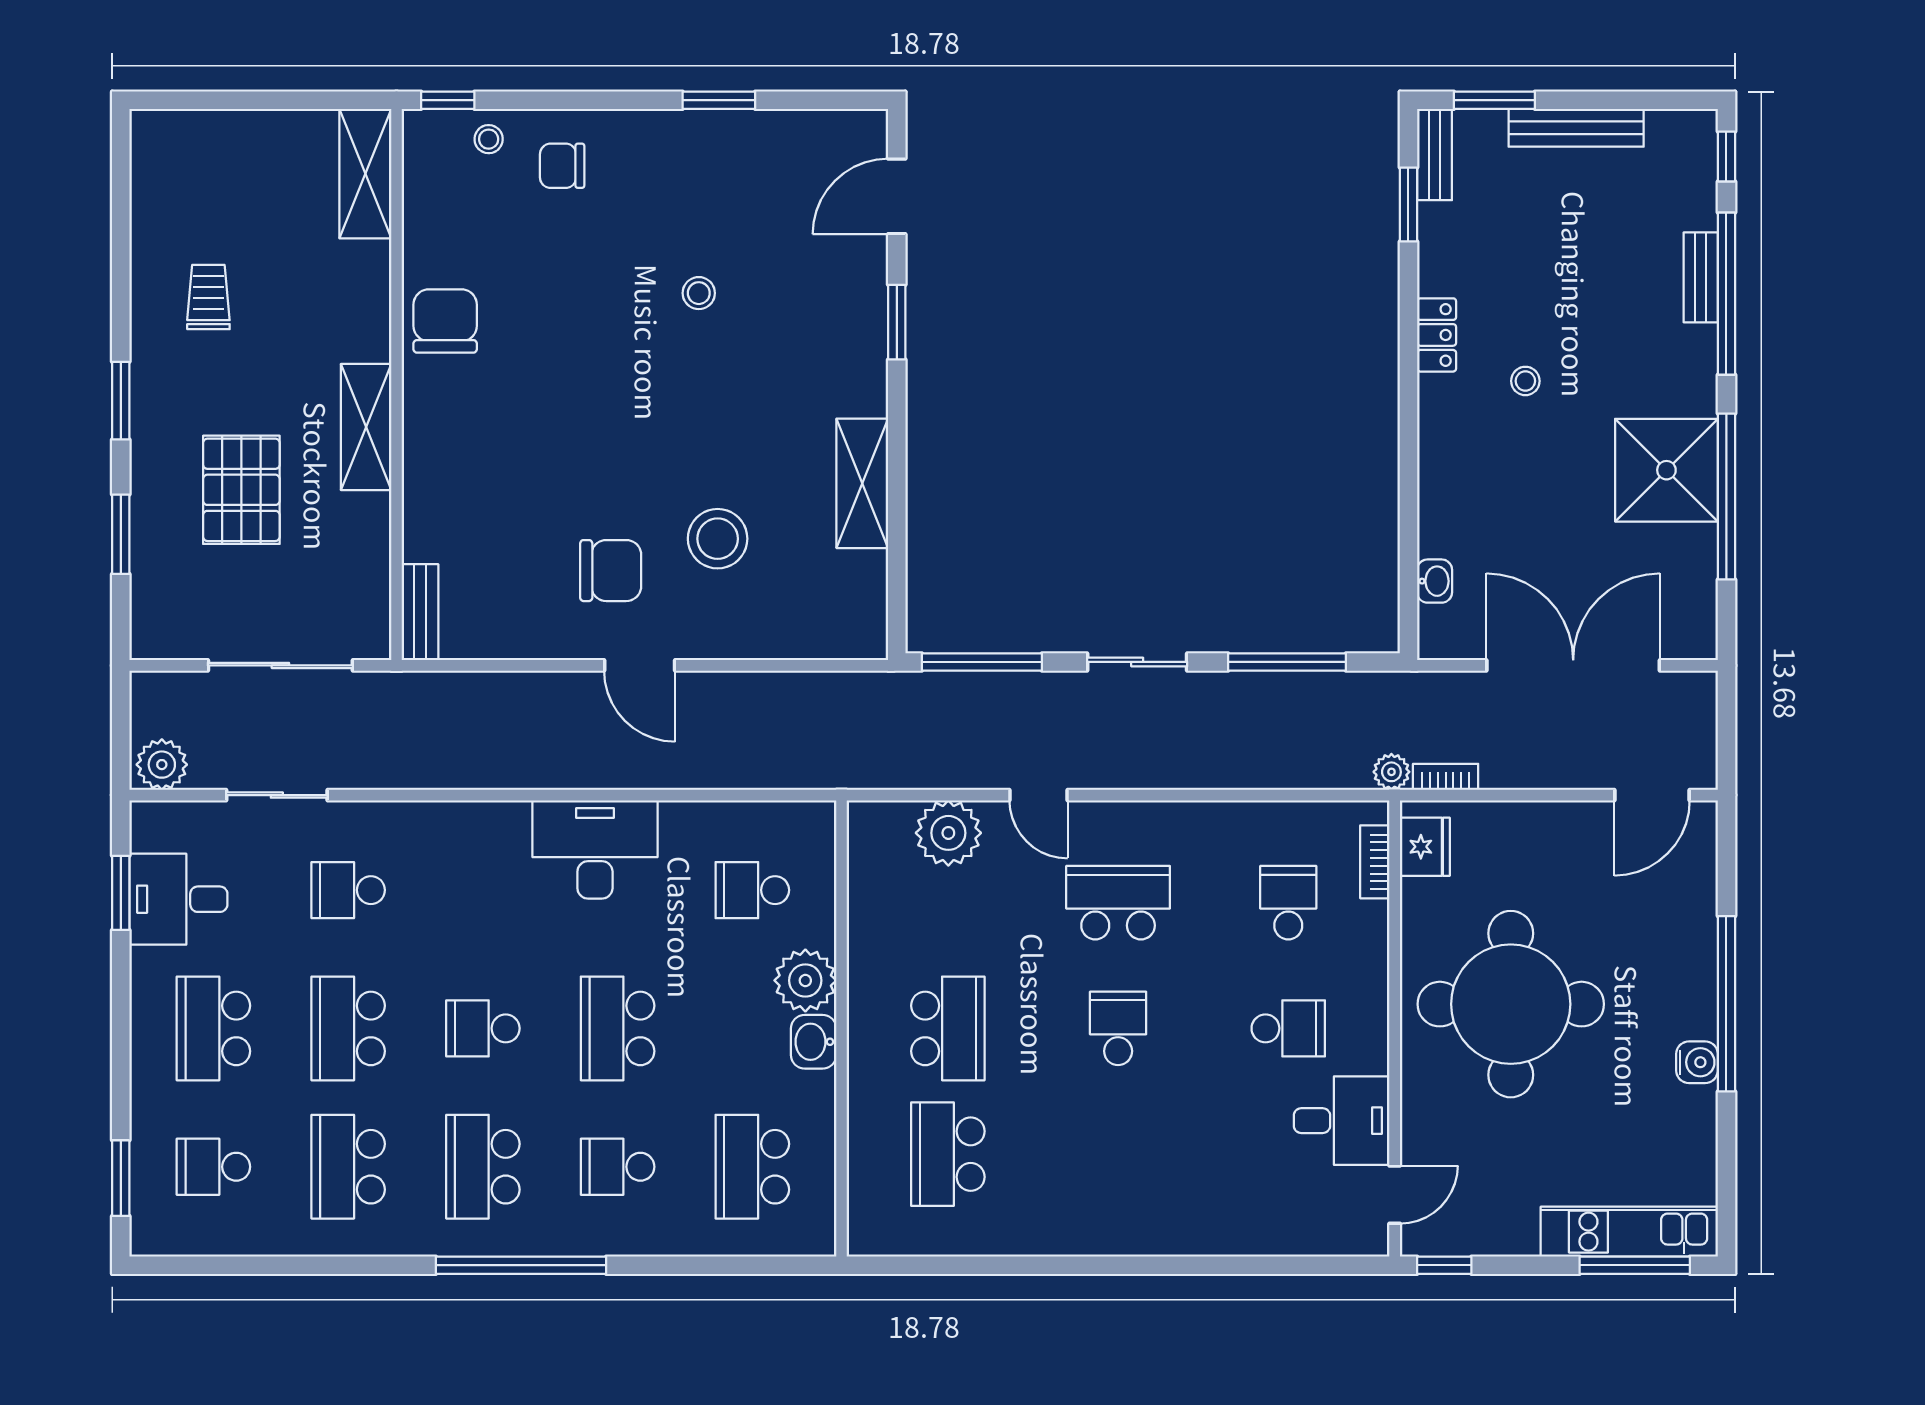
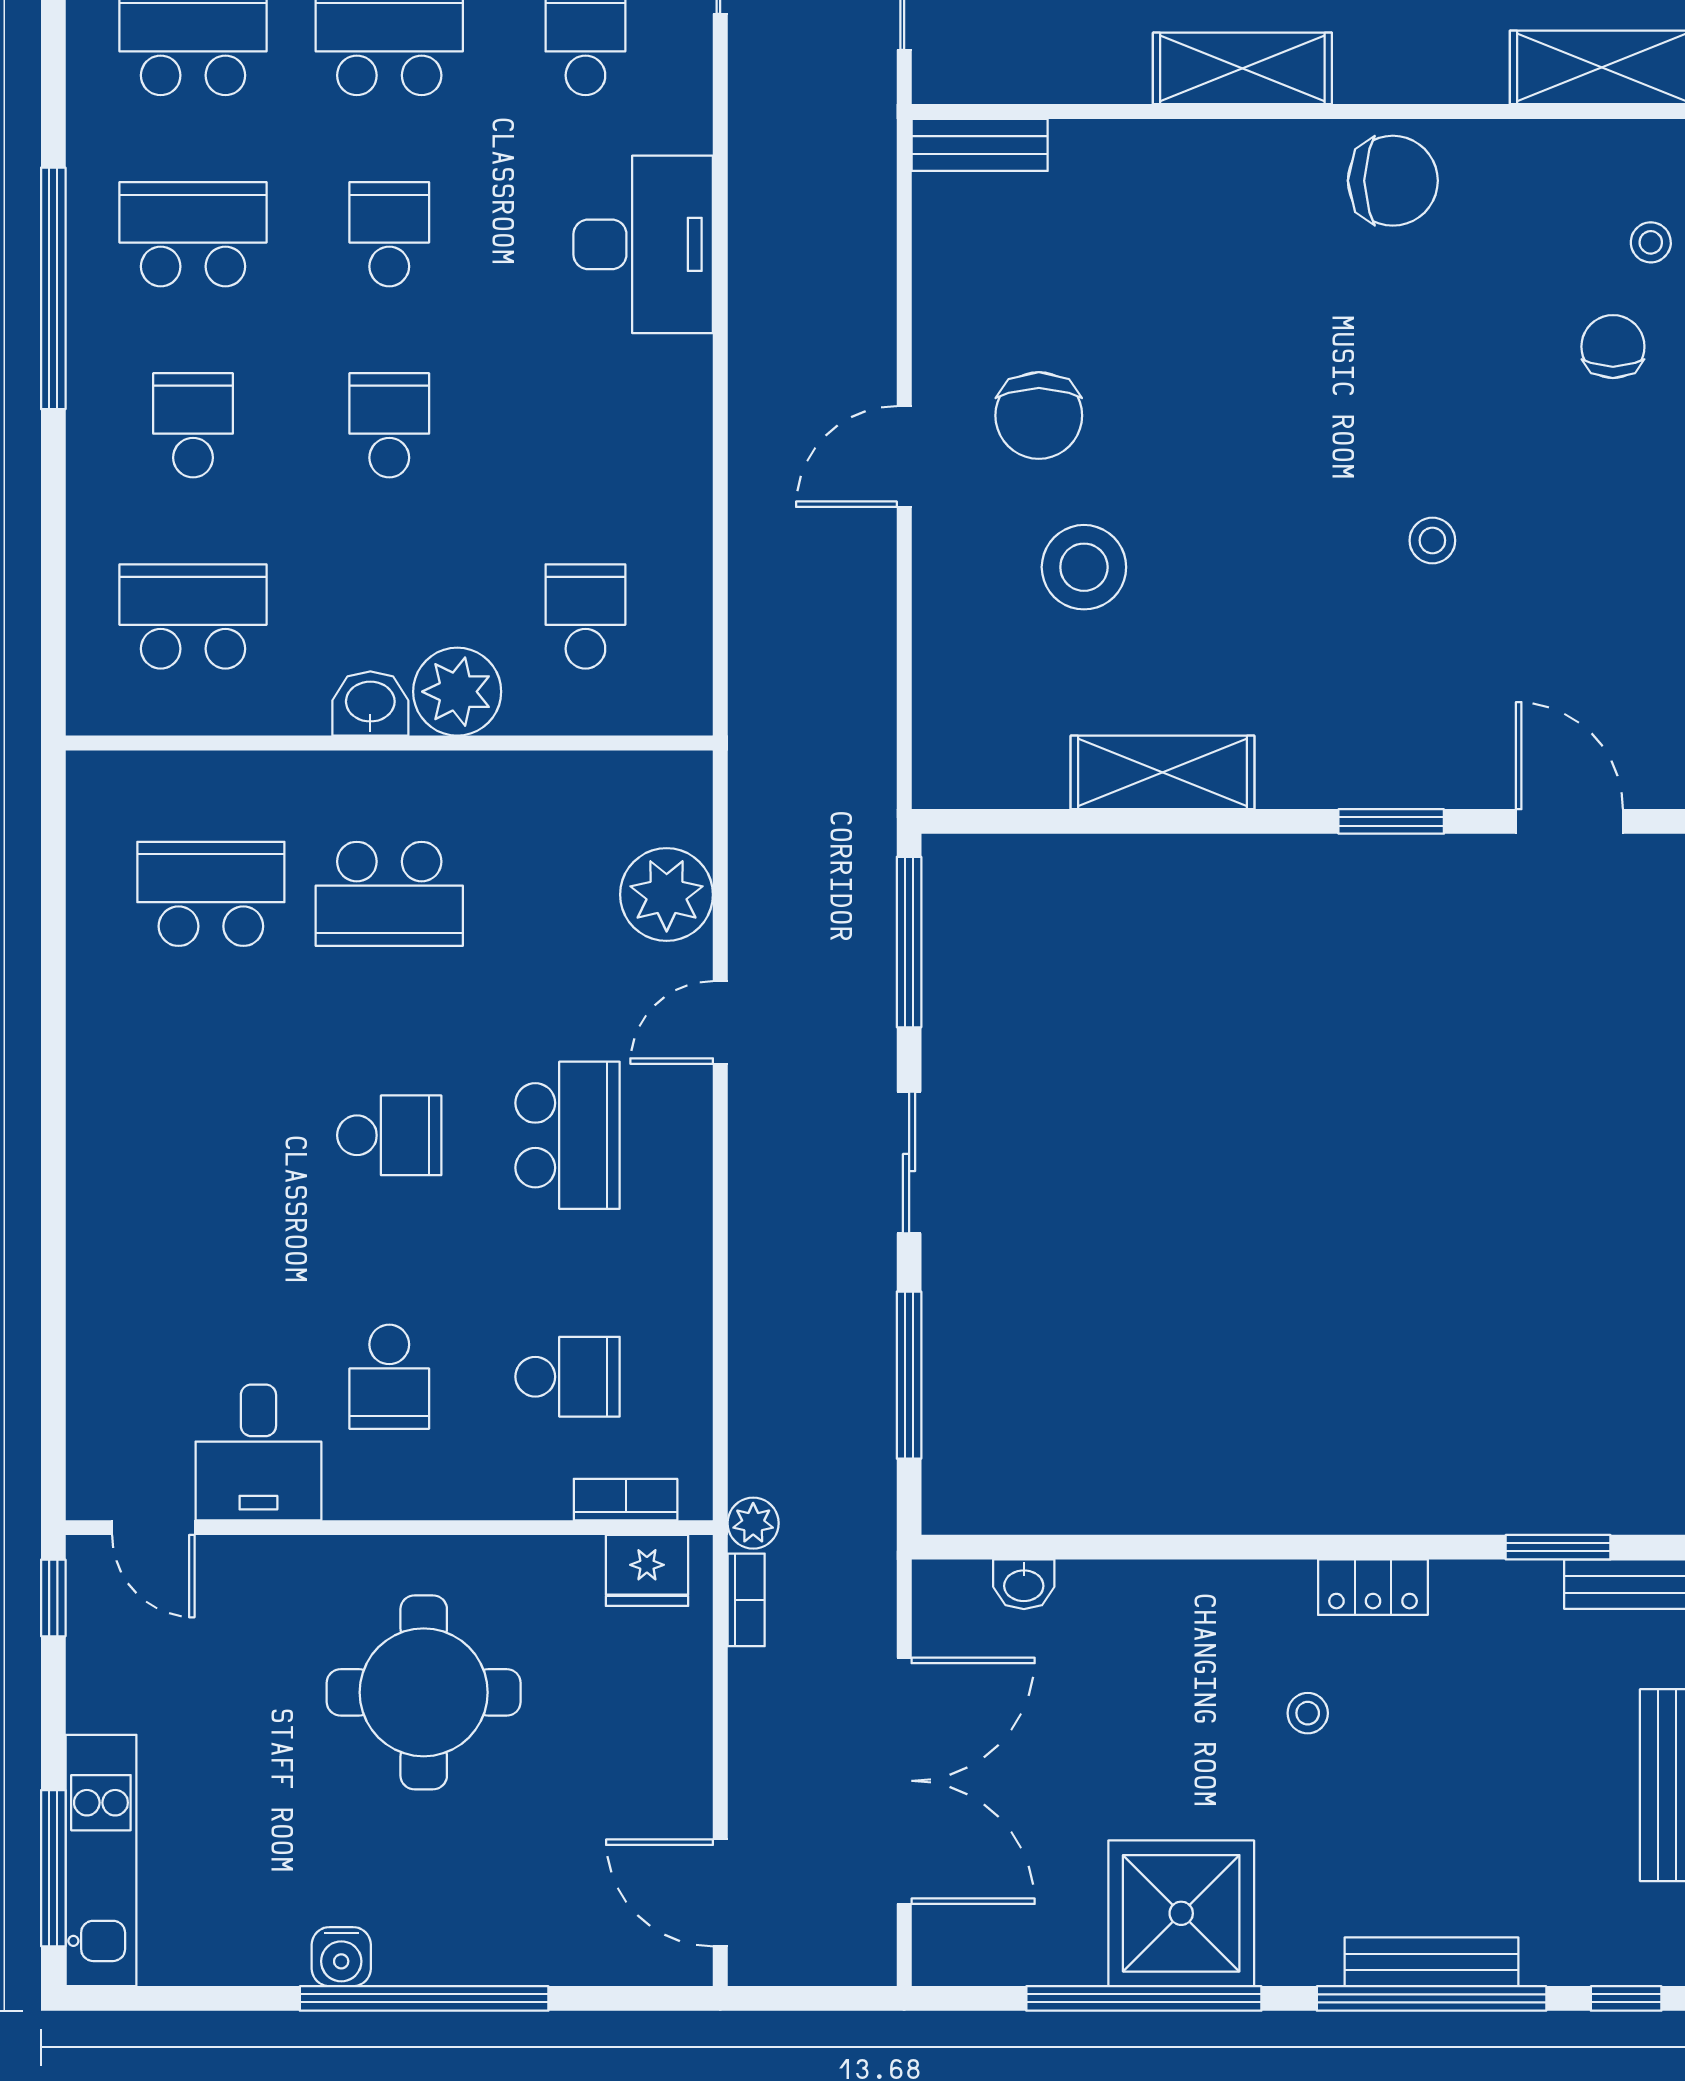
bench: (1701, 277) -> (1432, 1962), width x1.36
desk: (595, 849) -> (643, 244), moved
round table: (1511, 1004) -> (424, 1692), width x0.73, depth x0.73
school desk: (618, 1028) -> (389, 425), width x0.54

